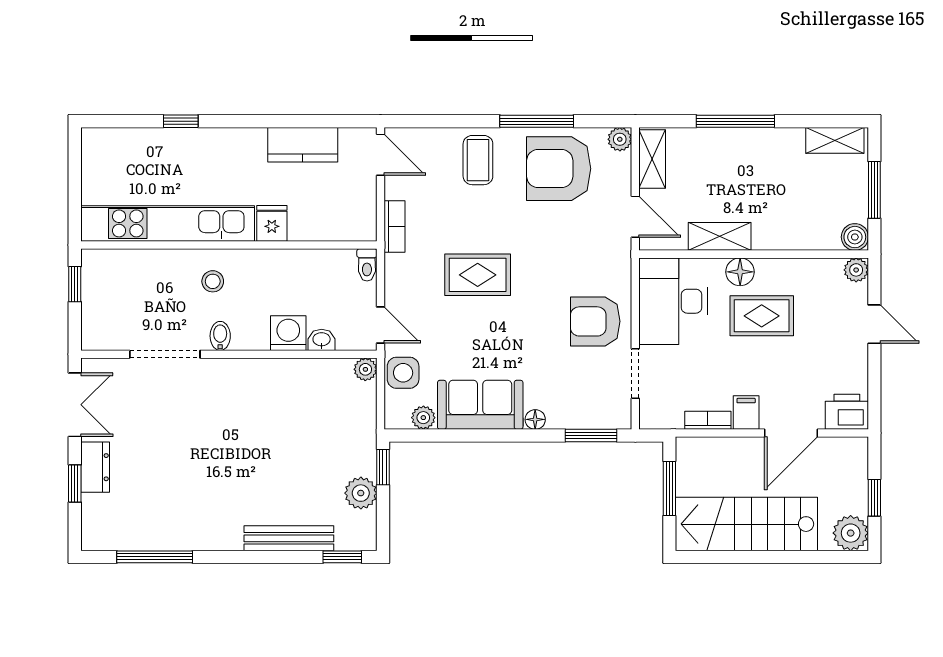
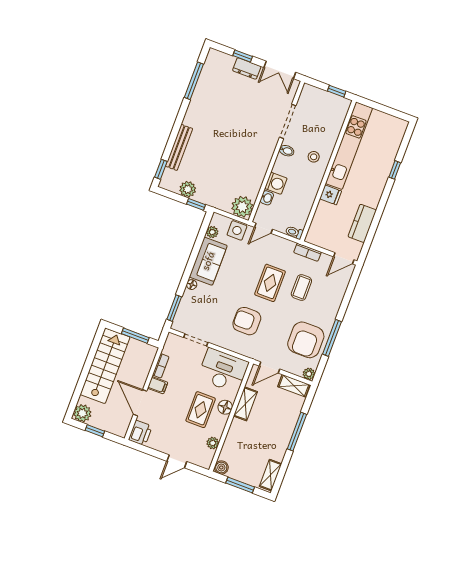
coffee table: (478, 160) -> (301, 288), moved, turned 90
armchair: (559, 169) -> (306, 340), turned 180
plant: (856, 270) -> (213, 443), moved
armchair: (595, 321) -> (247, 321), moved, turned -90
plant: (365, 369) -> (242, 207), width x1.88, depth x1.88

